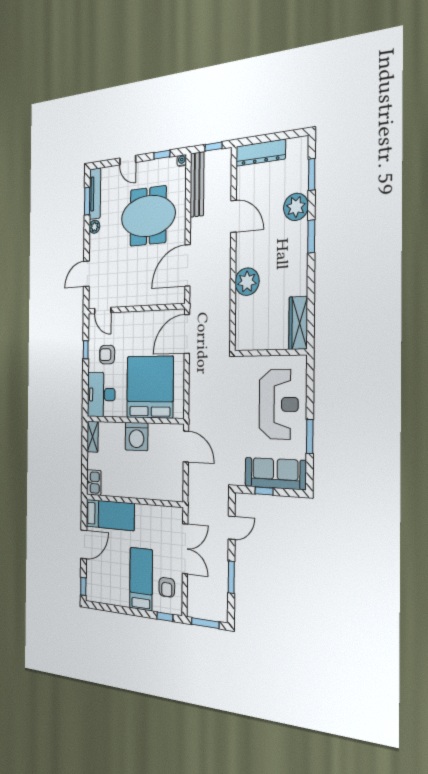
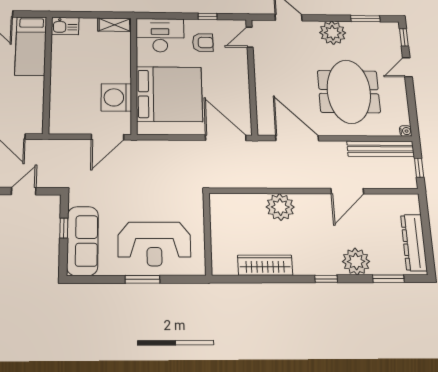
dresser: (260, 153) -> (414, 243), moved
window: (162, 155) -> (404, 37), moved
tv unit: (95, 194) -> (373, 28), removed
plant: (94, 227) -> (333, 33), width x1.88, depth x1.88
window: (311, 236) -> (326, 279), width x0.67
wardrobe: (298, 323) -> (265, 265), moved
armchair: (107, 355) -> (203, 43), turned 90
washing machine: (137, 436) -> (116, 97), moved
window: (310, 436) -> (142, 279), moved
door: (232, 528) -> (24, 191), swing flipped

